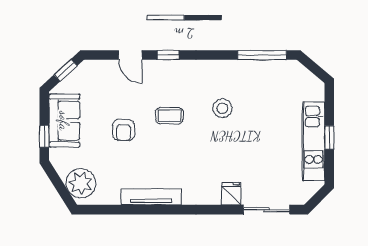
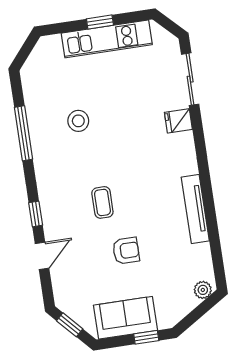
window: (262, 55) -> (23, 133), moved
stool: (222, 108) -> (78, 121), moved
plant: (81, 183) -> (203, 290), width x0.53, depth x0.53

